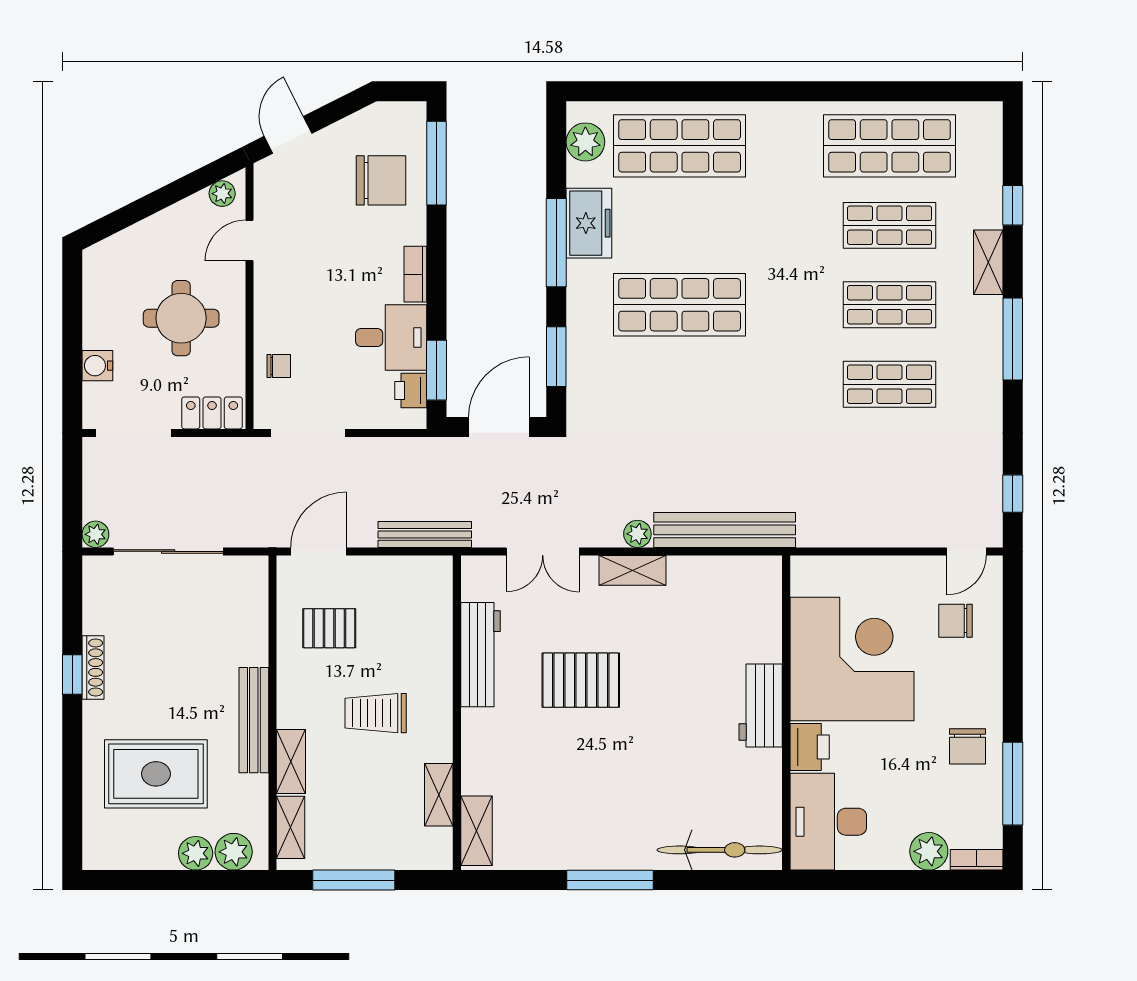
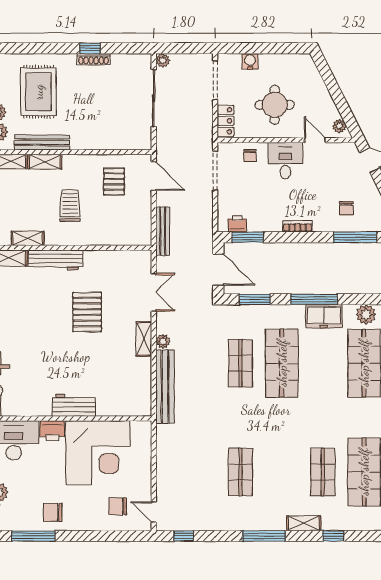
chair: (381, 180) -> (346, 208), width x0.54, depth x0.54
shop shelf: (890, 305) -> (240, 363), moved
desk: (391, 338) -> (285, 161), moved, turned 180
double door: (543, 551) -> (154, 292), swing flipped
chair: (956, 621) -> (118, 506), turned -90
workbench: (481, 655) -> (55, 260), moved
bench: (254, 720) -> (42, 142), moved

